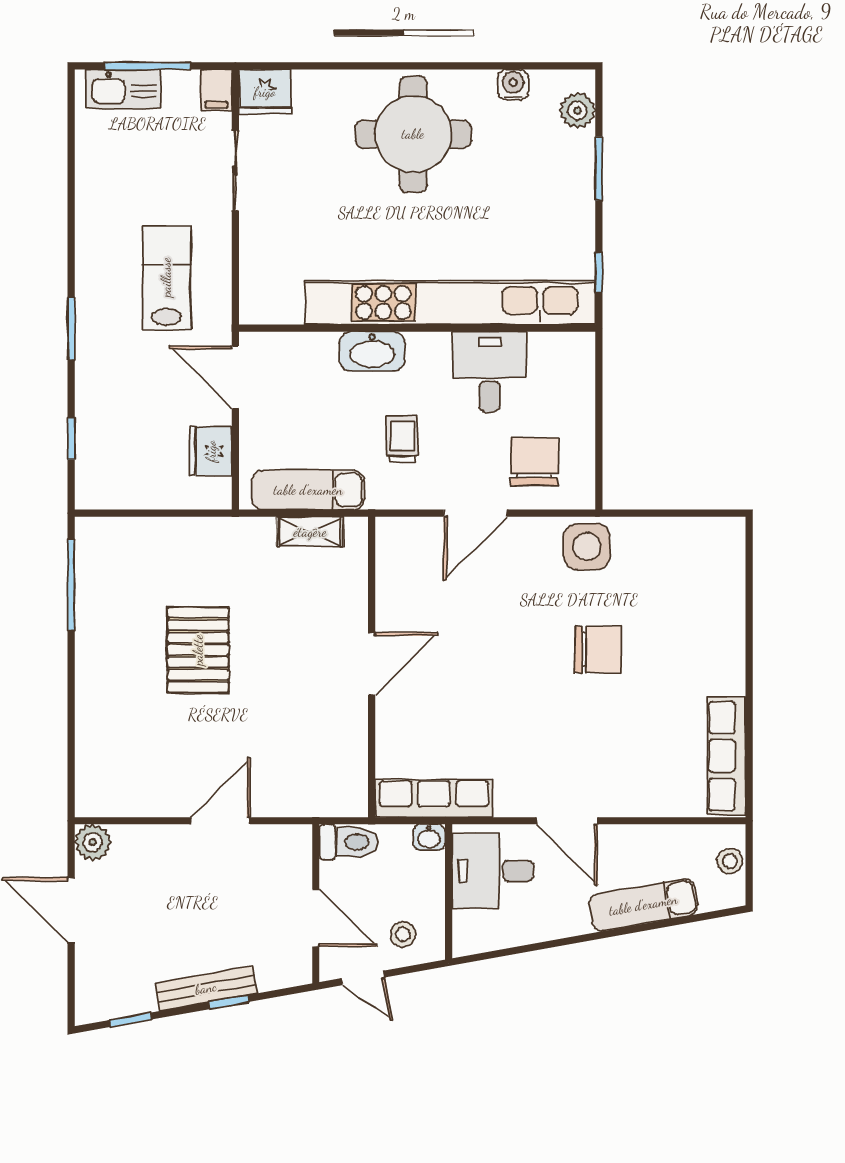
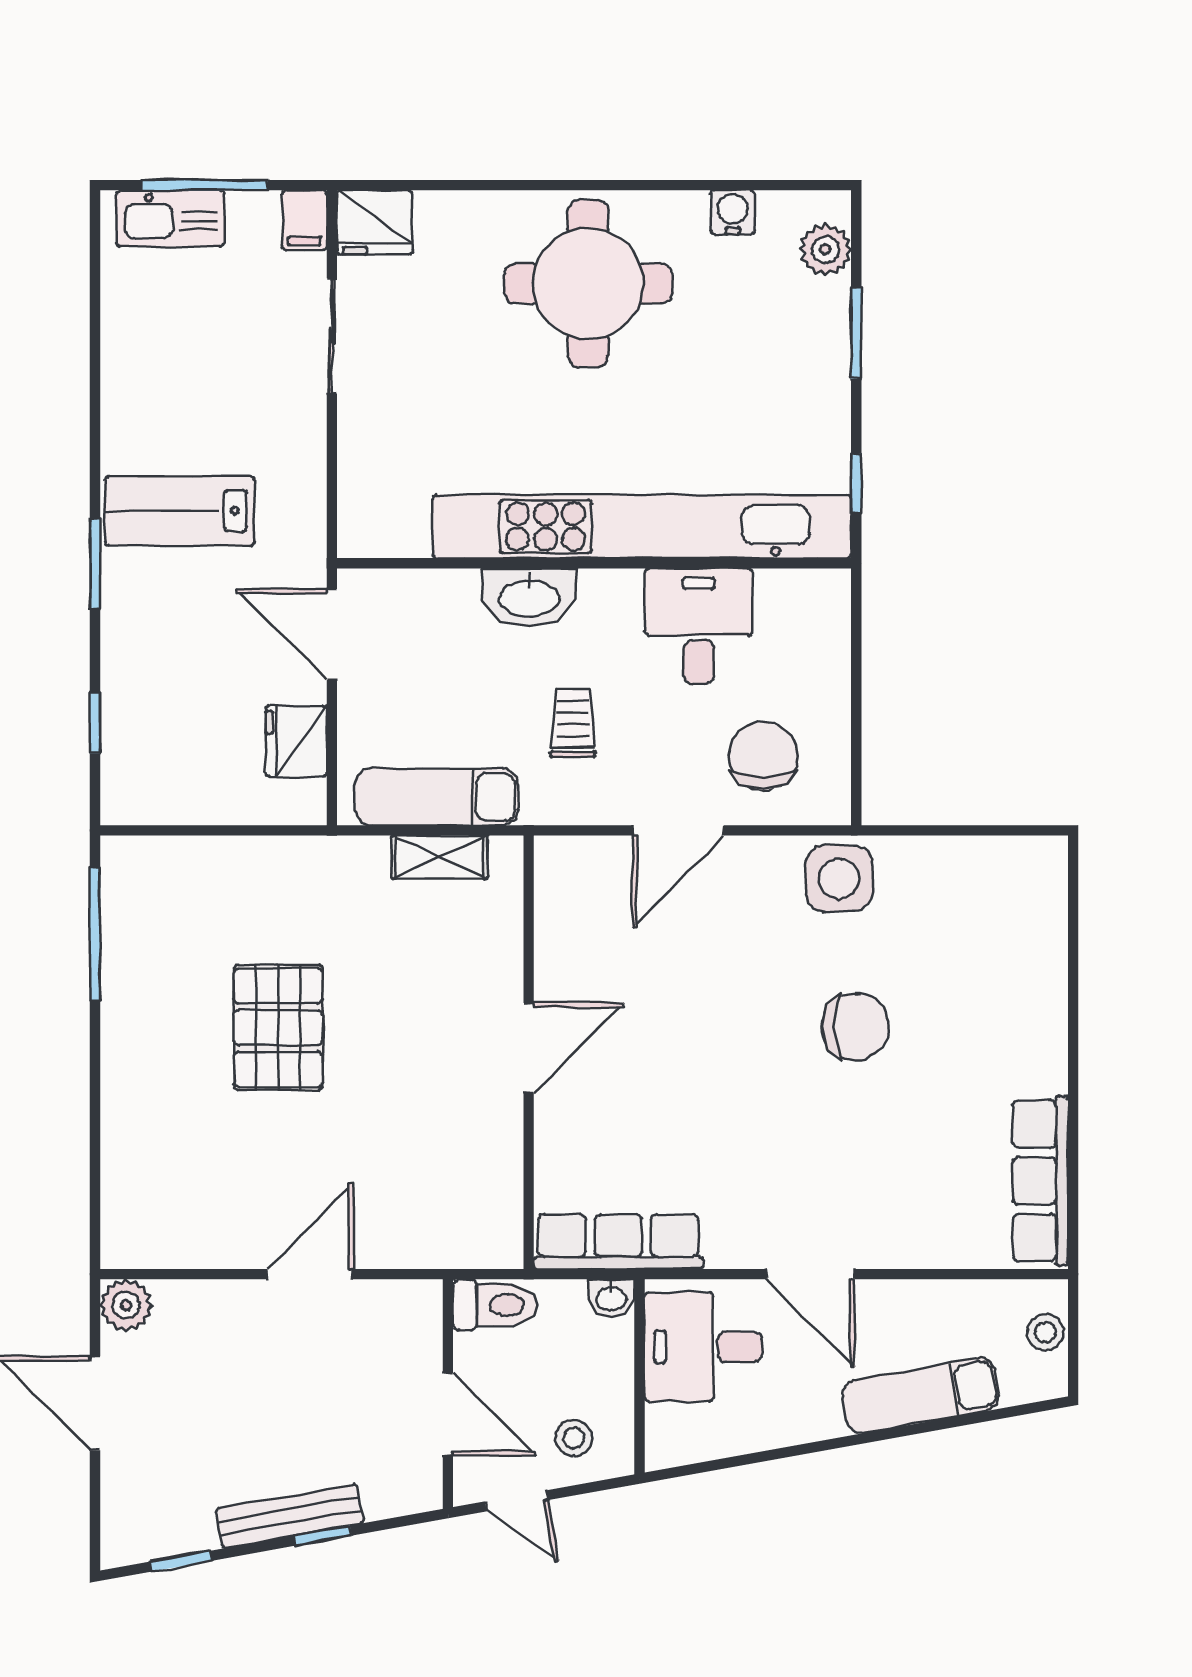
lab bench: (166, 277) -> (180, 511), moved, turned -90

